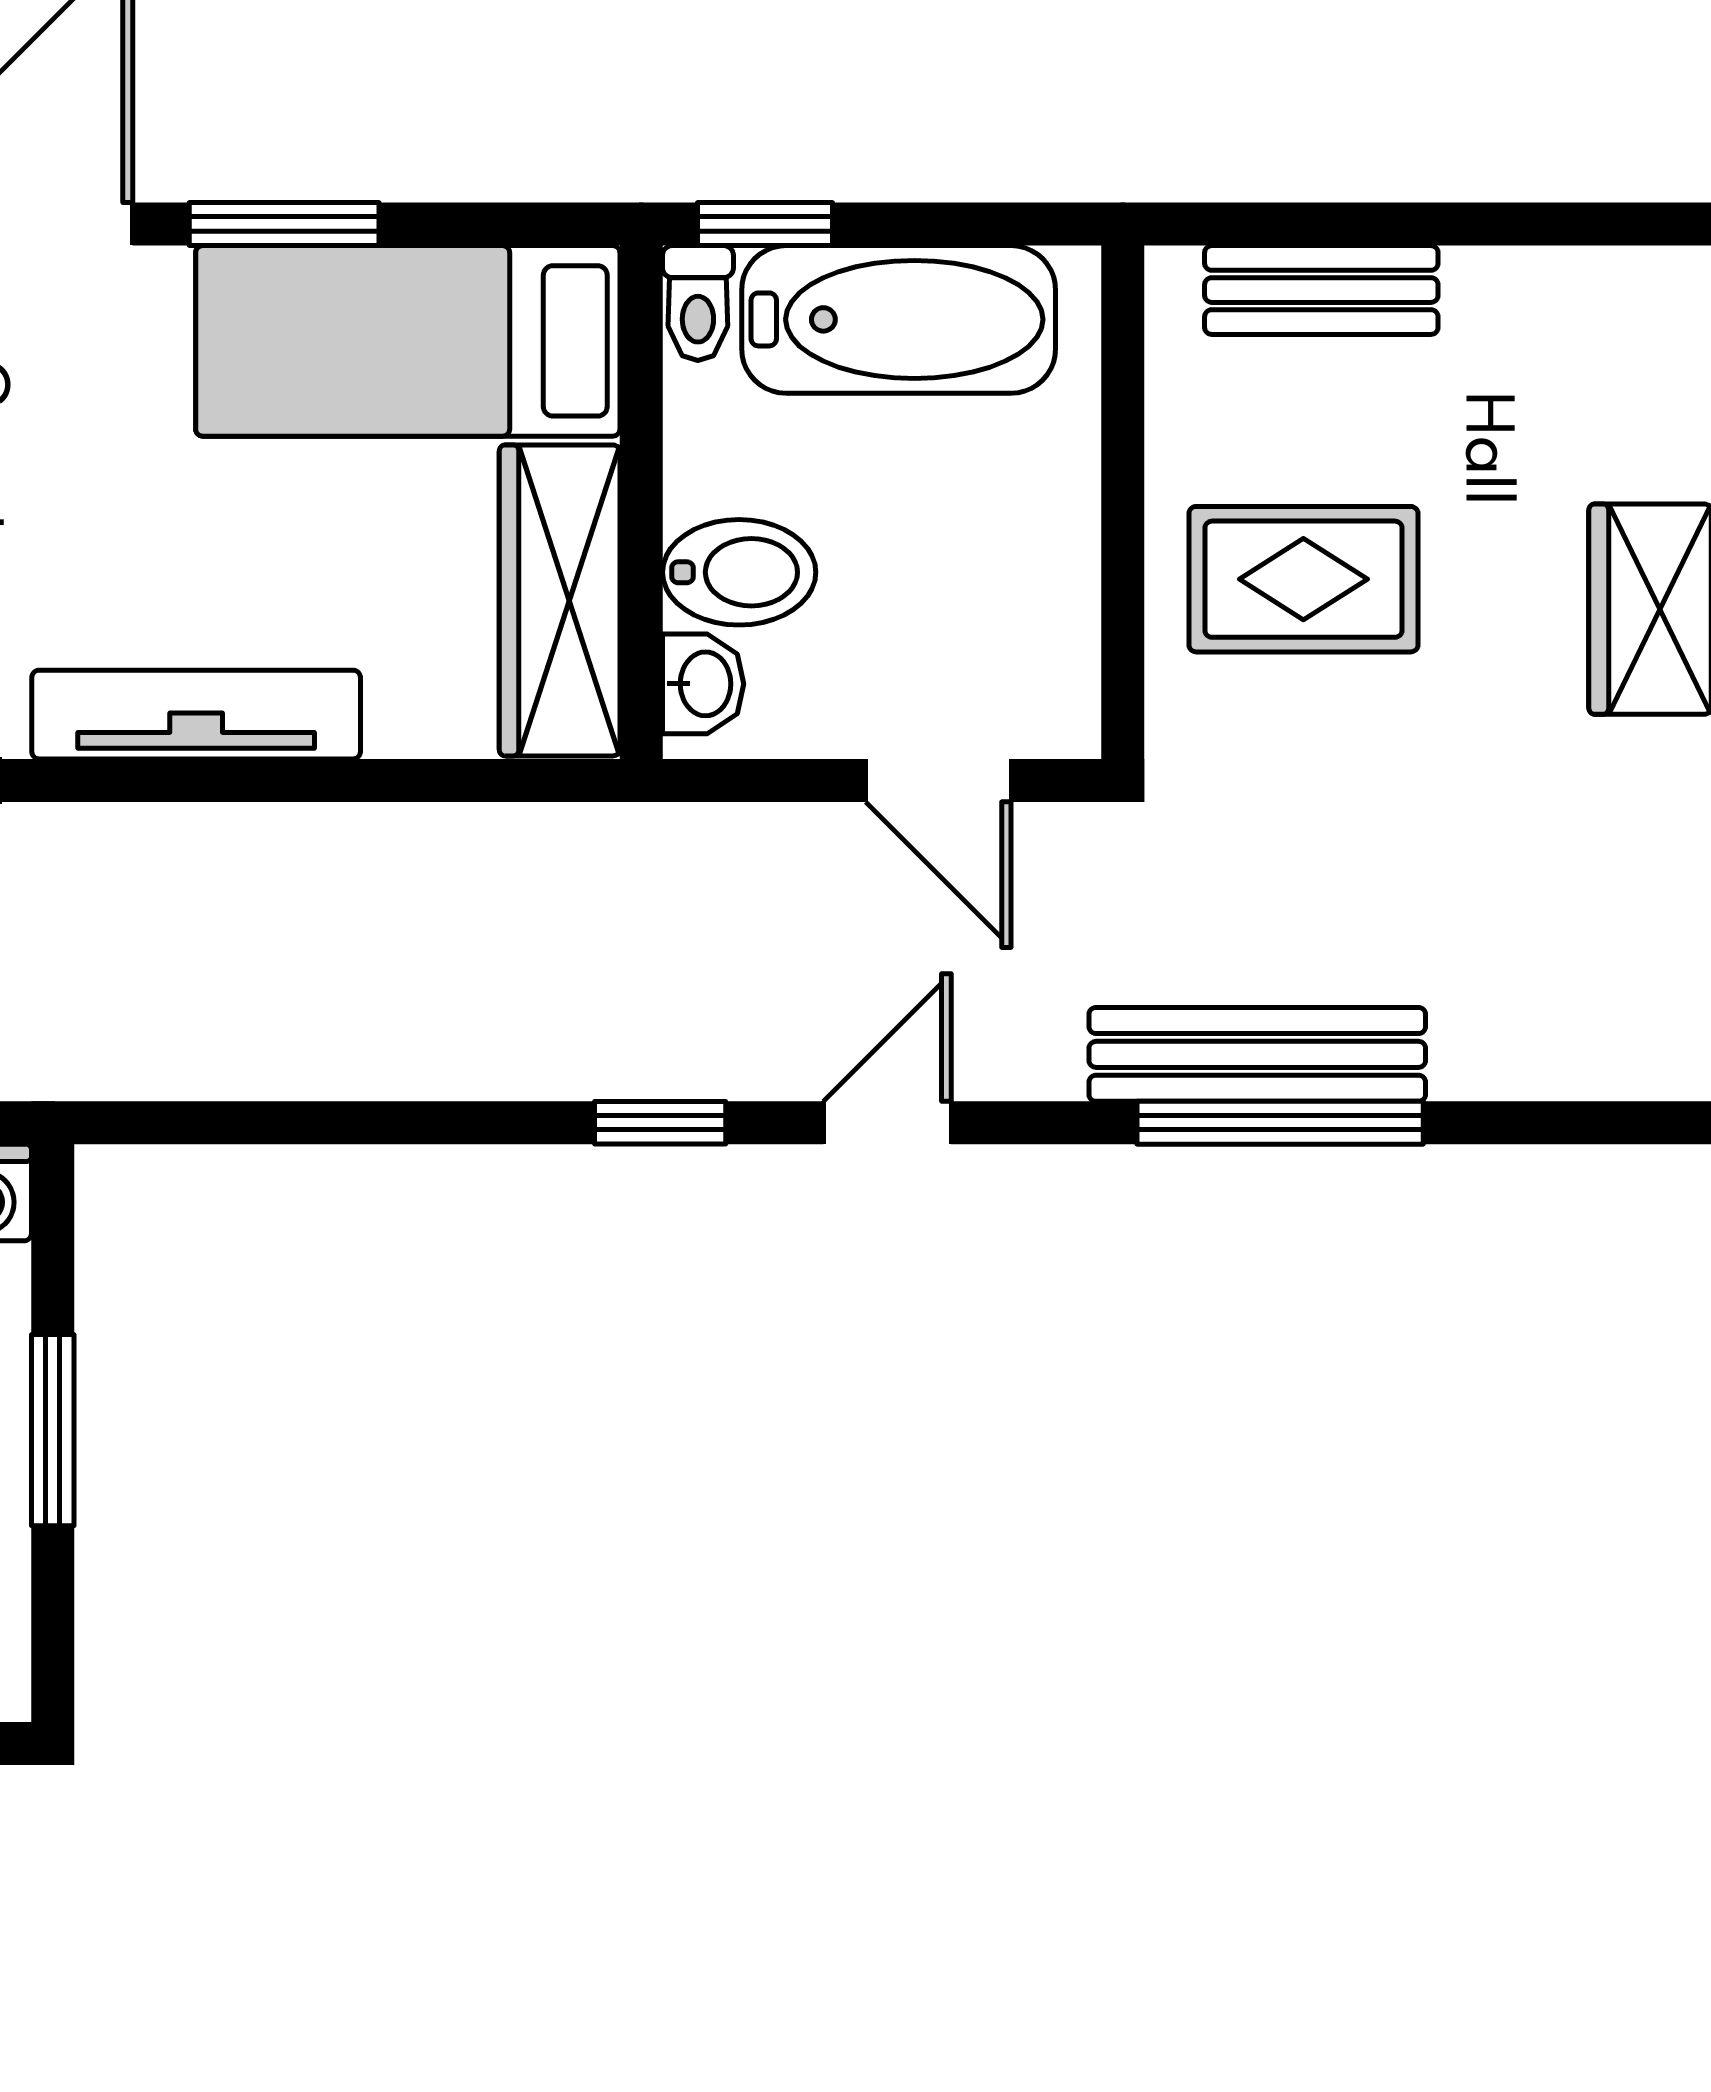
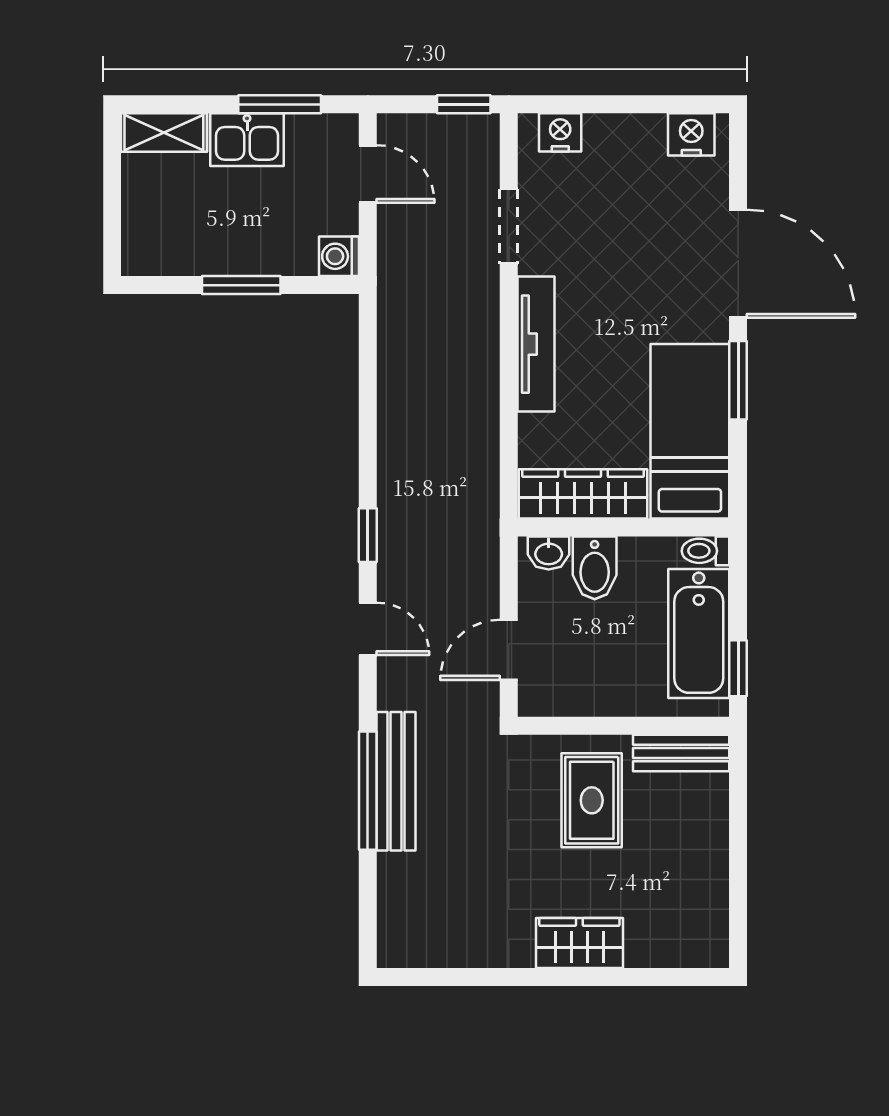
window: (765, 224) -> (738, 668), moved
bench: (1321, 290) -> (681, 753), moved, turned 90

